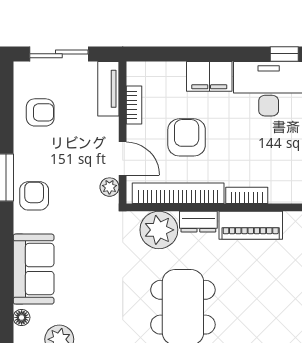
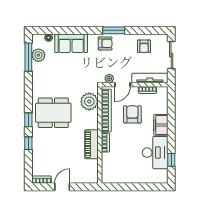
tv unit: (108, 89) -> (150, 78), width x1.41
armchair: (187, 137) -> (132, 114), turned -90
dresser: (198, 222) -> (93, 120), removed

